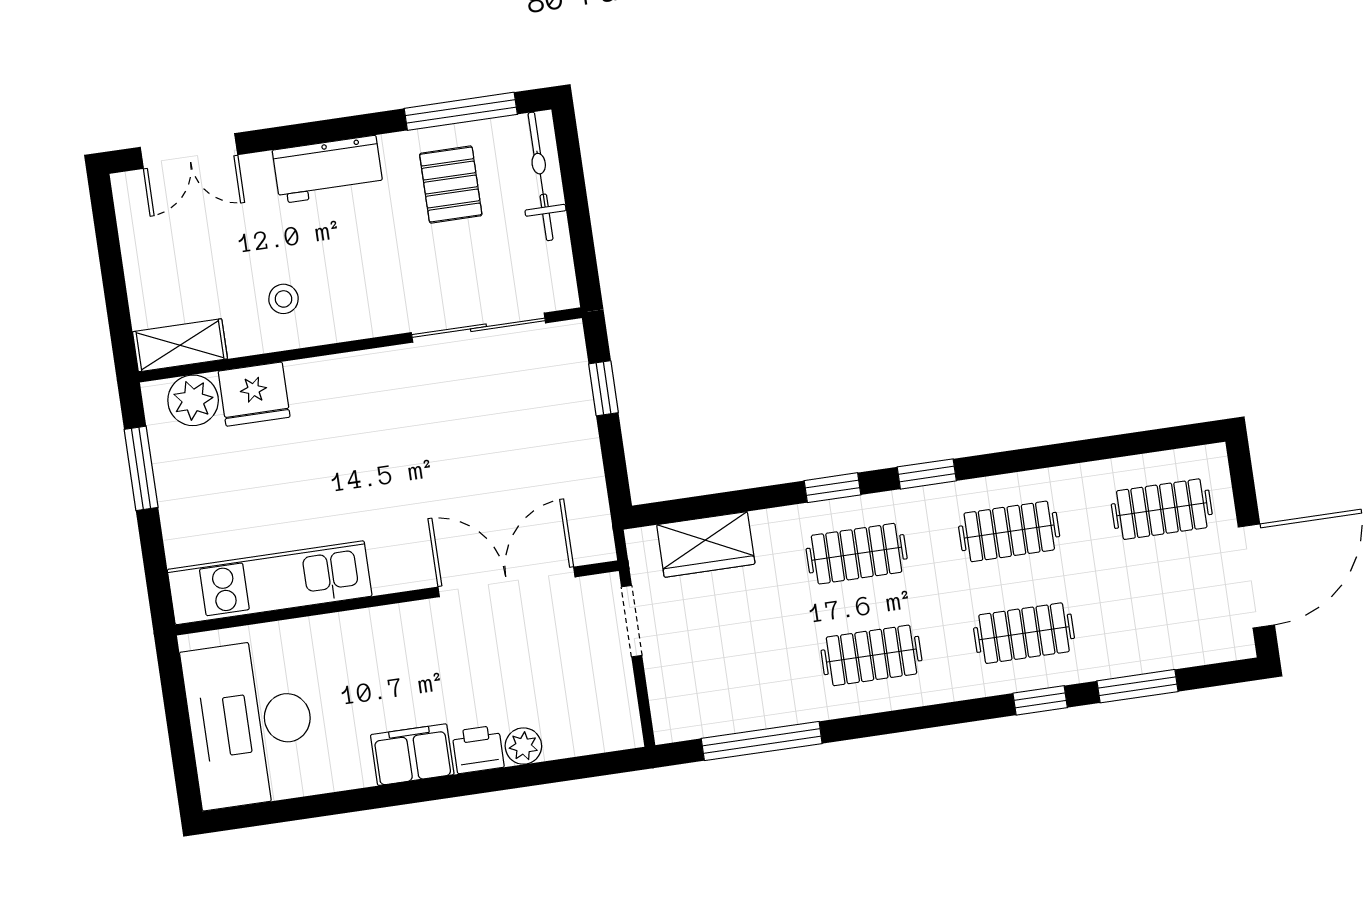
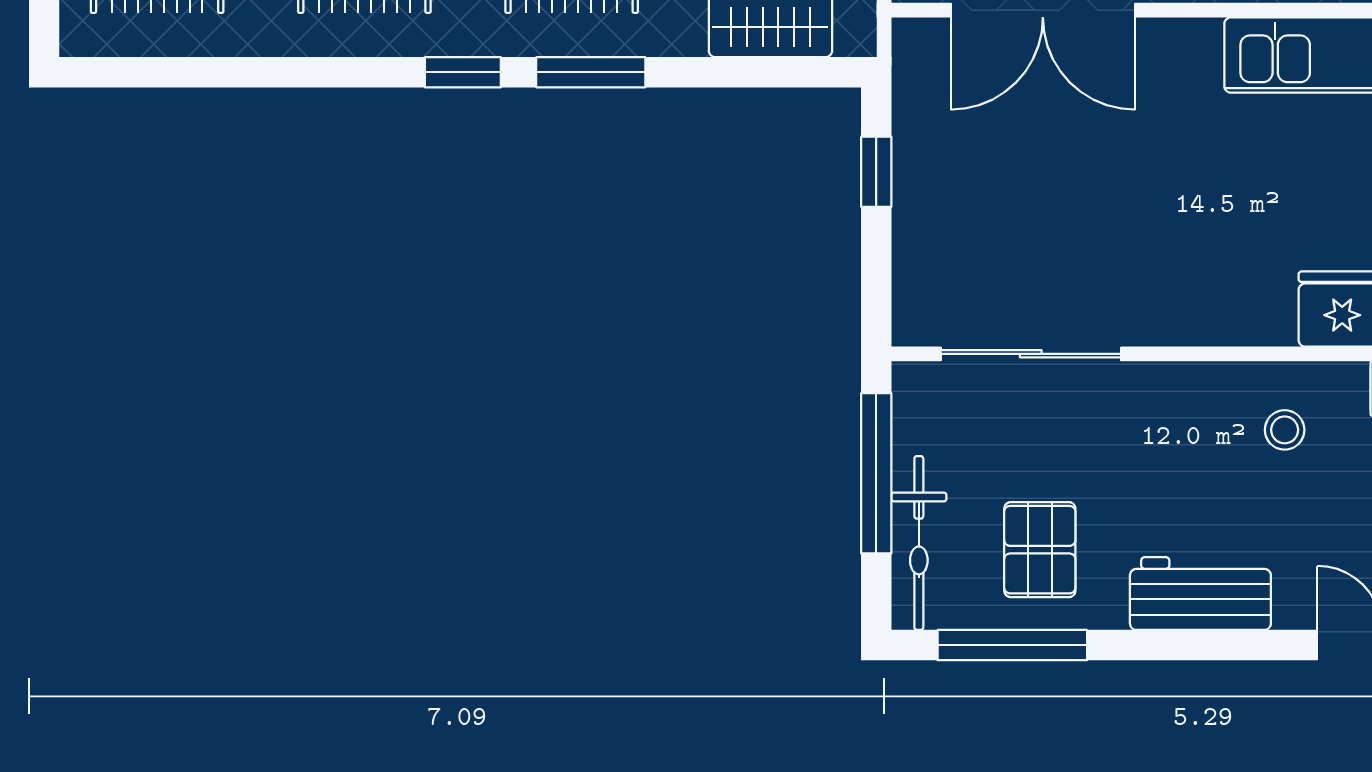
window: (579, 223) -> (876, 473), added
window: (603, 388) -> (876, 172), moved
window: (833, 488) -> (591, 72), width x1.50

